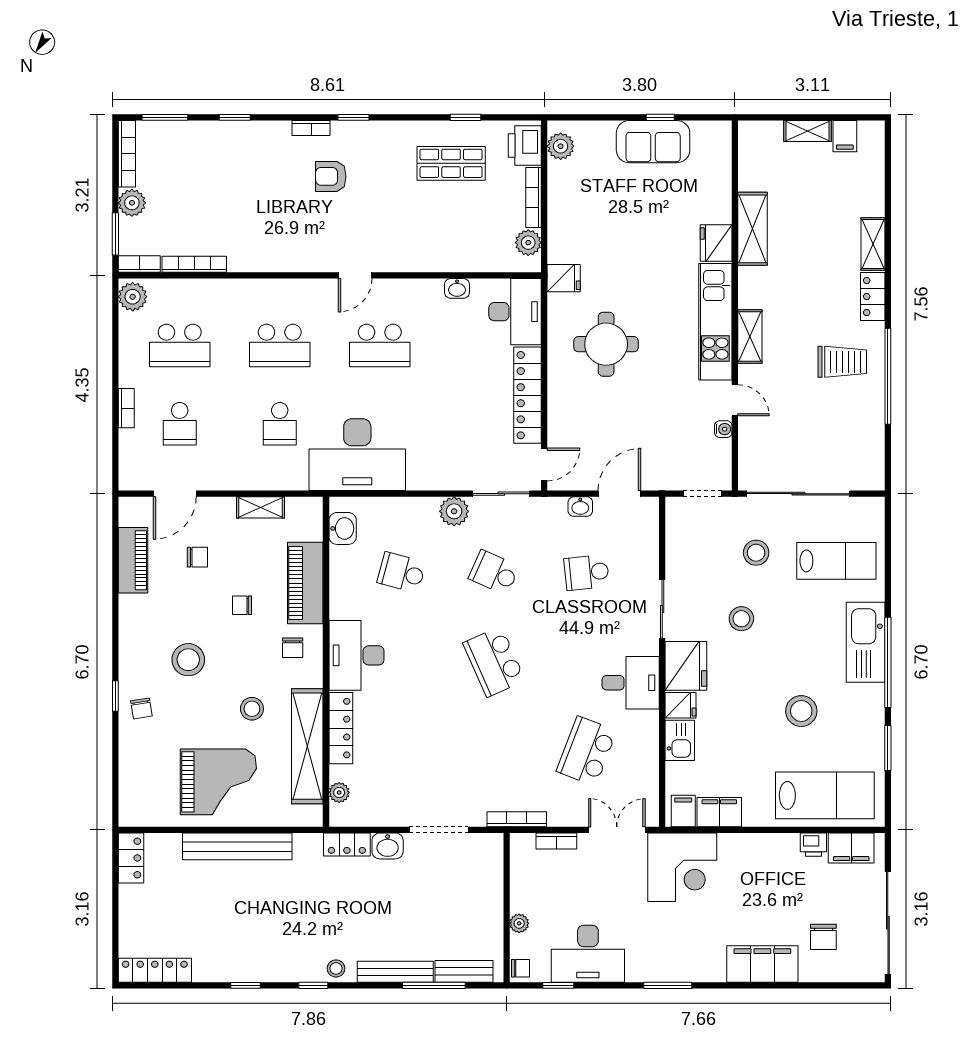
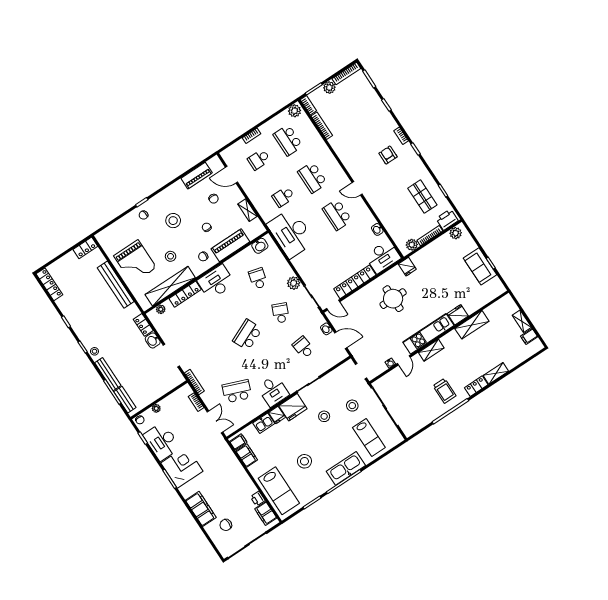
corner desk: (682, 867) -> (182, 467), moved, turned 180

